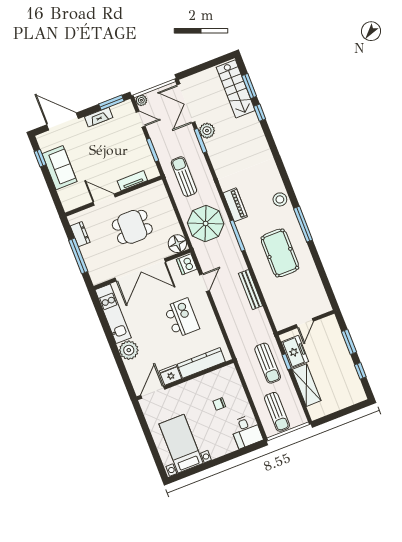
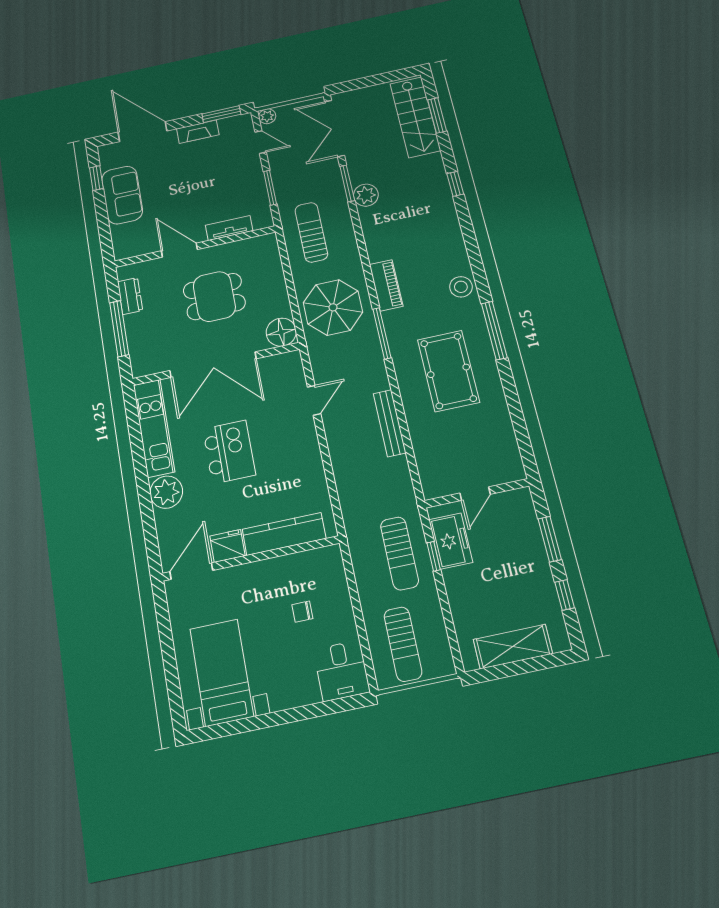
window: (260, 113) -> (455, 184), moved
plant: (207, 131) -> (366, 195), moved
dishwasher: (187, 264) -> (290, 367), removed
kitchen island: (182, 318) -> (229, 452), moved
shelving: (306, 385) -> (513, 647), moved, turned 90

